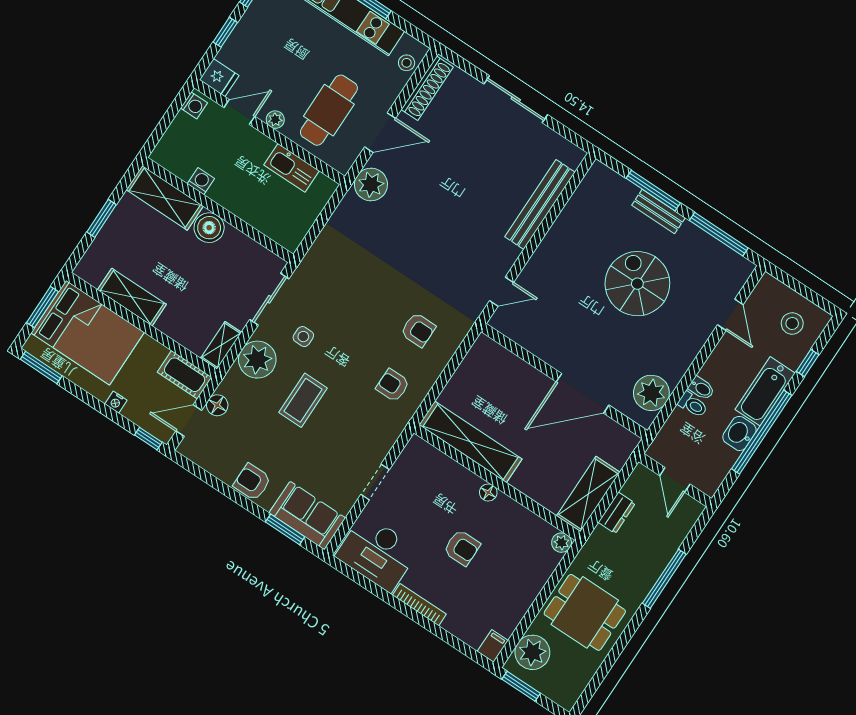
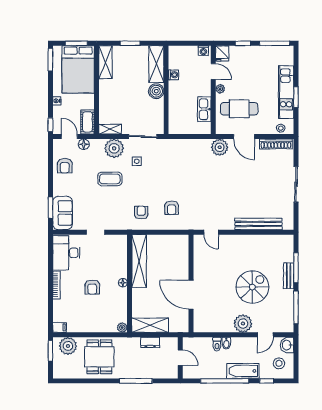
shelving: (132, 297) -> (105, 62), moved
plant: (651, 393) -> (243, 324), moved
washbasin: (739, 433) -> (287, 345), moved, turned -90
door: (675, 480) -> (180, 358), swing flipped
armchair: (252, 482) -> (65, 166), moved, turned 180

